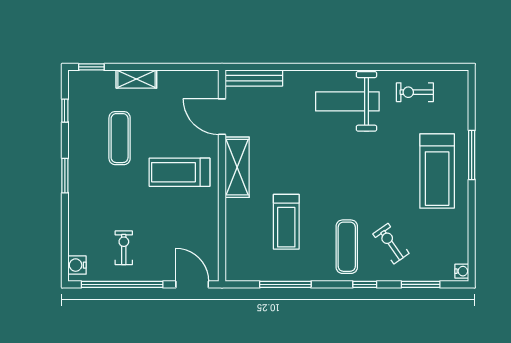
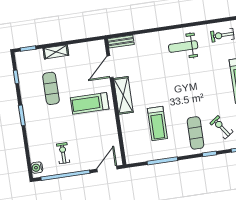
bench: (254, 78) -> (121, 42), width x0.73
weight bench: (347, 101) -> (183, 47), width x0.73, depth x0.75
door: (222, 117) -> (110, 67), hinge flipped
door: (192, 284) -> (107, 169), hinge flipped

